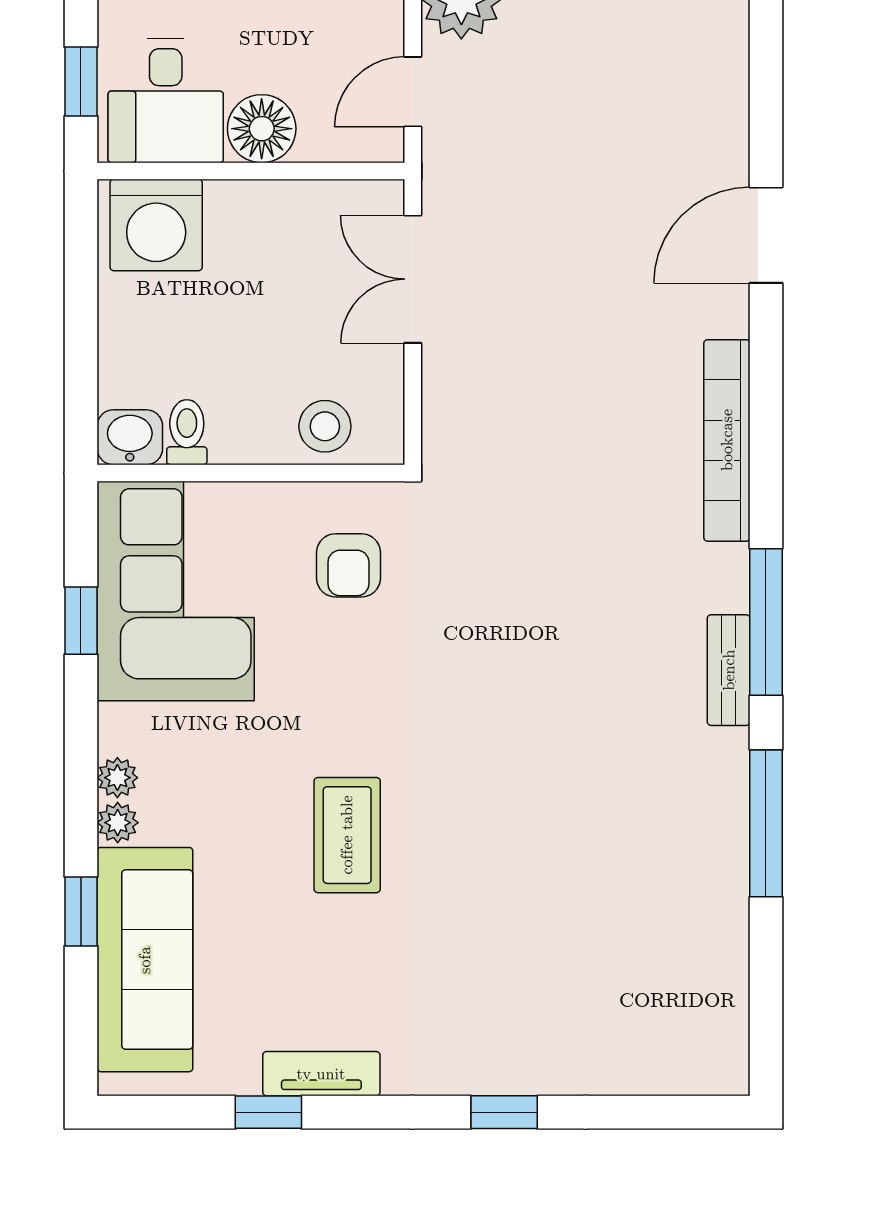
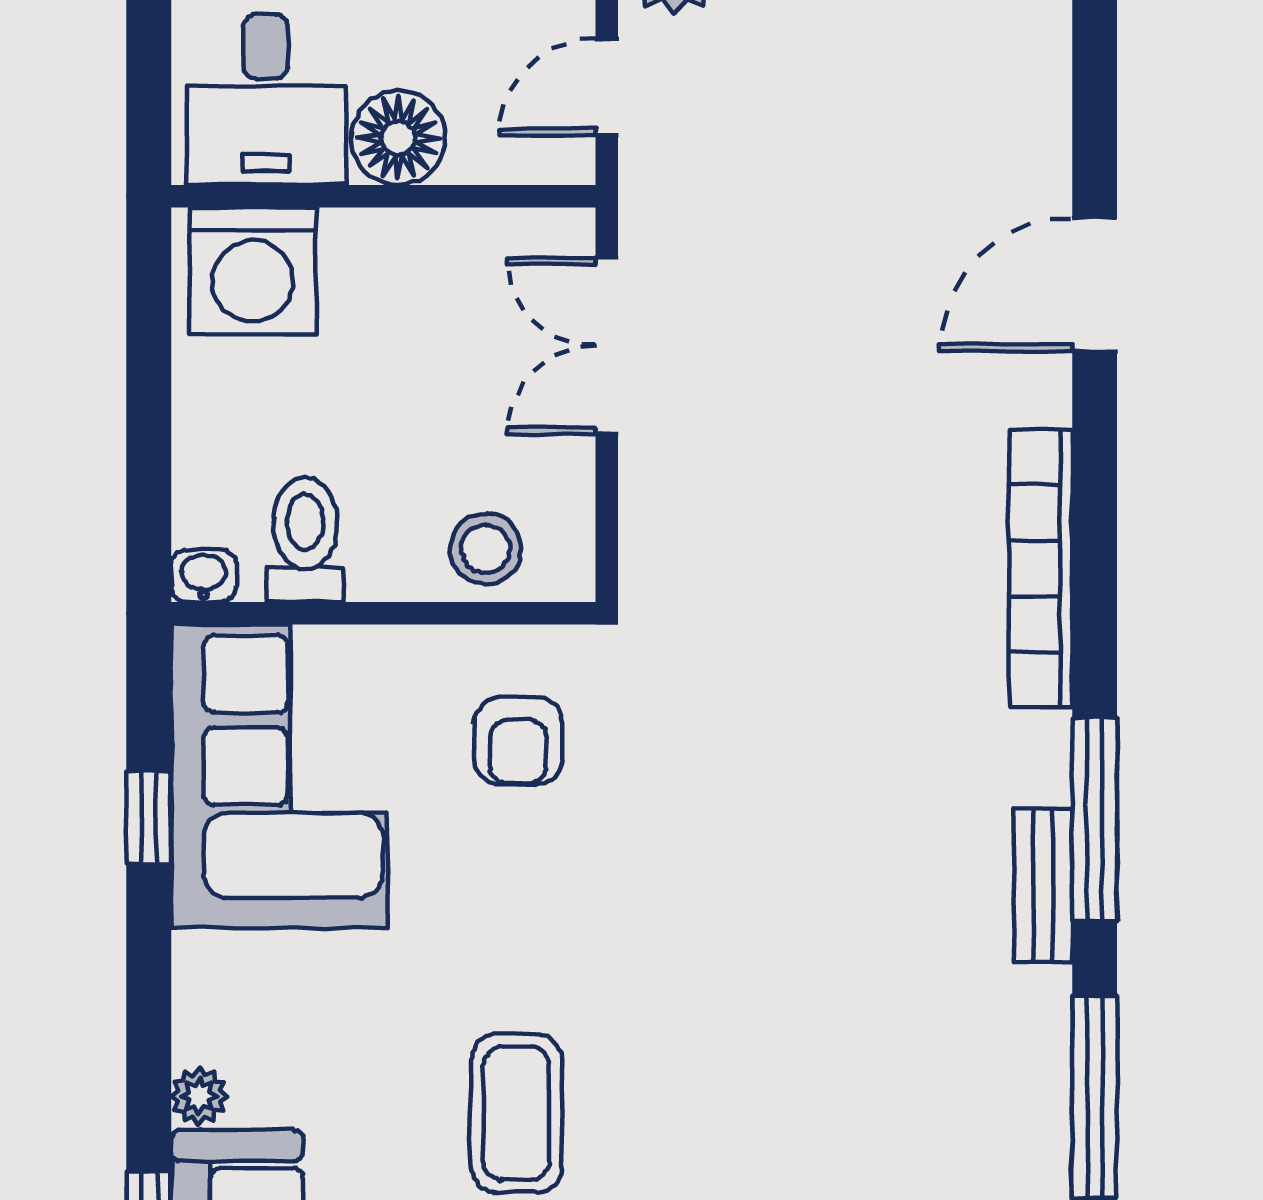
window: (81, 81) -> (149, 73), removed
toilet: (187, 432) -> (305, 540), width x1.37, depth x1.39
washbasin: (130, 437) -> (204, 576), width x0.72, depth x0.69
plant: (117, 778) -> (199, 1034), removed

